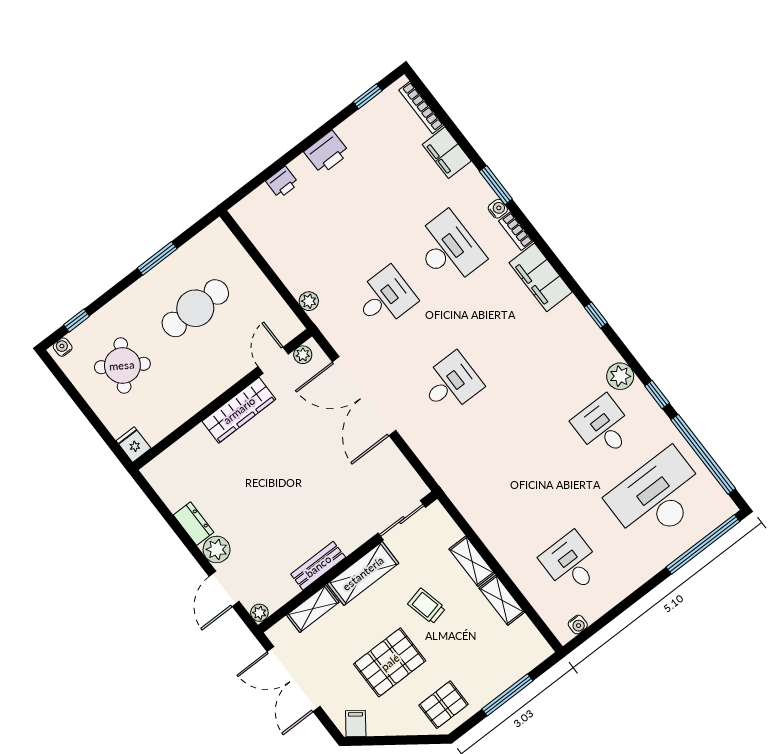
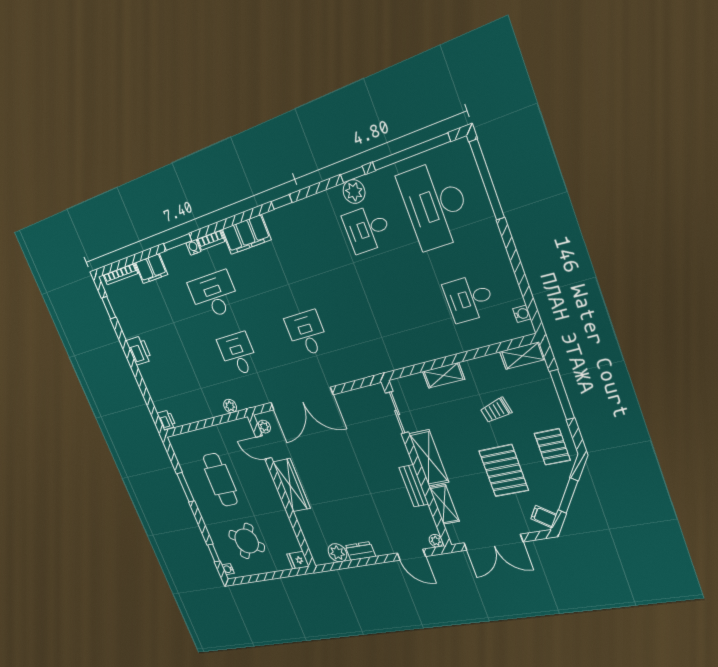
printer: (282, 182) -> (166, 420), moved
plant: (620, 376) -> (354, 192), moved
plant: (217, 549) -> (337, 553), moved
shelving: (502, 600) -> (522, 356), moved
trolley: (427, 606) -> (496, 410), moved
window: (395, 740) -> (568, 496), added

